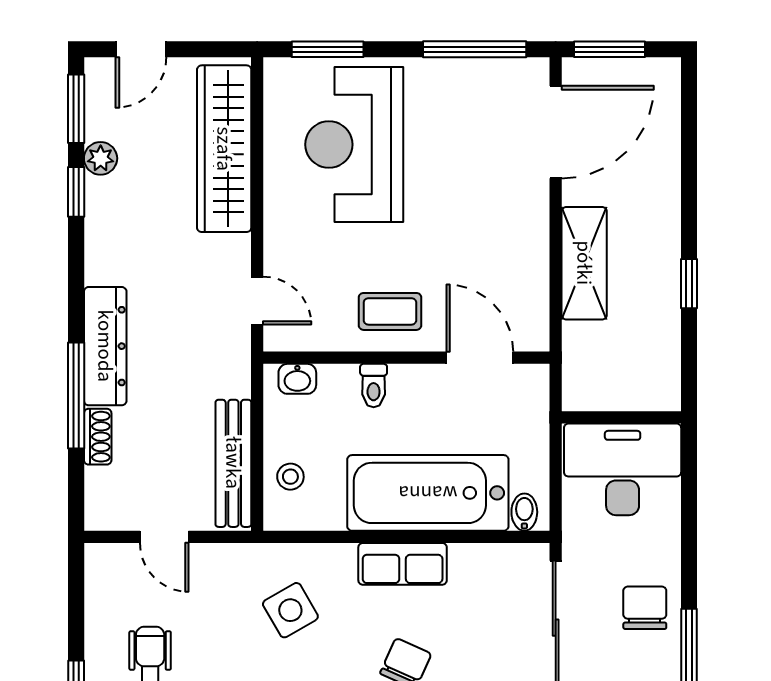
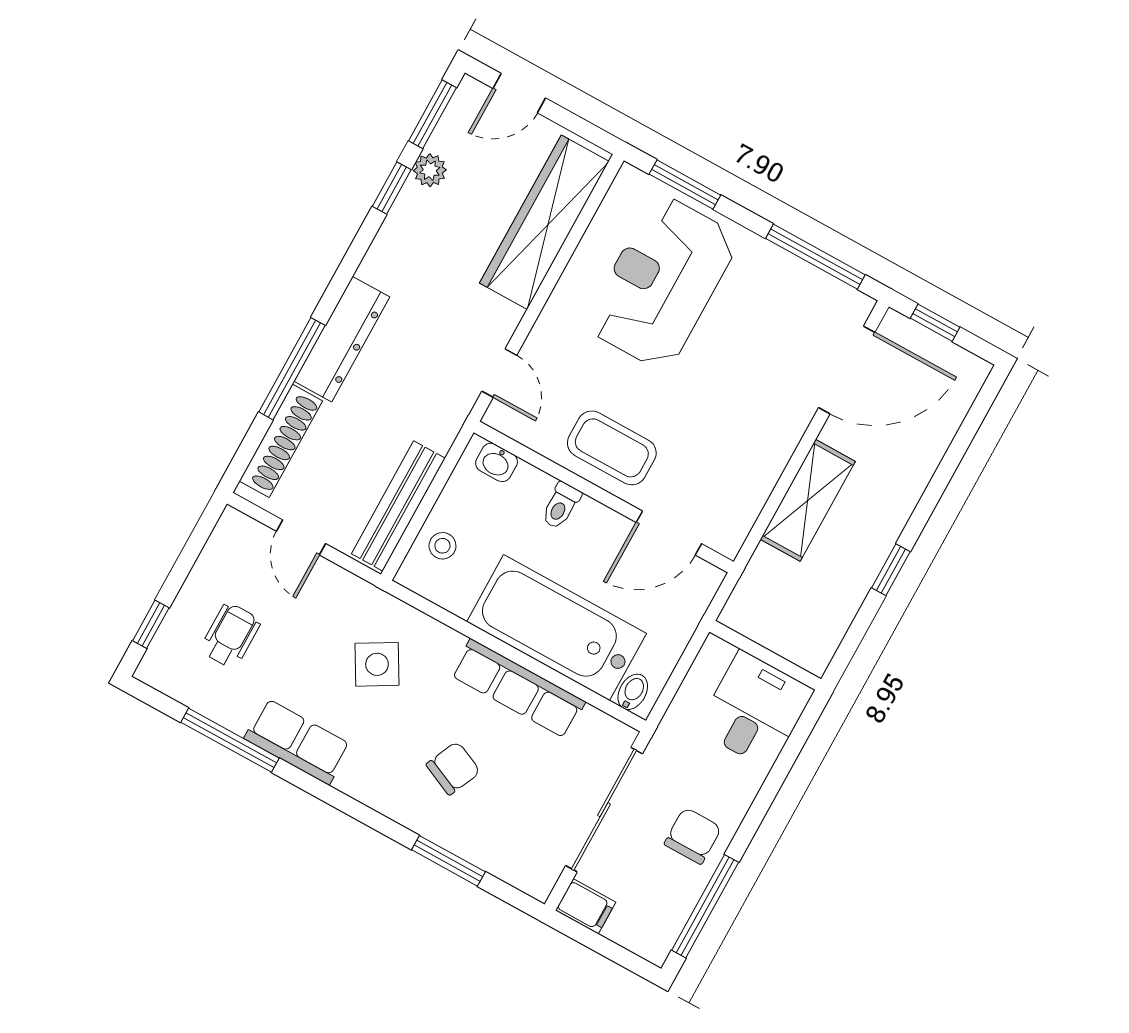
window: (609, 49) -> (935, 323), width x0.67
coffee table: (390, 311) -> (612, 448), width x1.36, depth x1.30
door: (480, 358) -> (669, 533), swing flipped
shoe rack: (98, 437) -> (281, 441), width x1.94, depth x1.24
desk: (623, 469) -> (755, 710), width x0.73
row of seats: (403, 564) -> (518, 688), width x1.48

